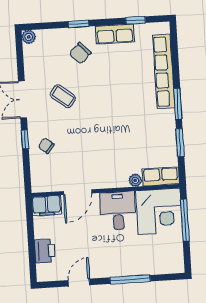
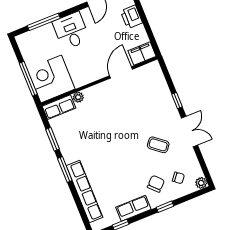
chair: (46, 146) -> (178, 178), moved
desk: (118, 211) -> (71, 31), moved, turned 180
window: (130, 279) -> (44, 22), moved

